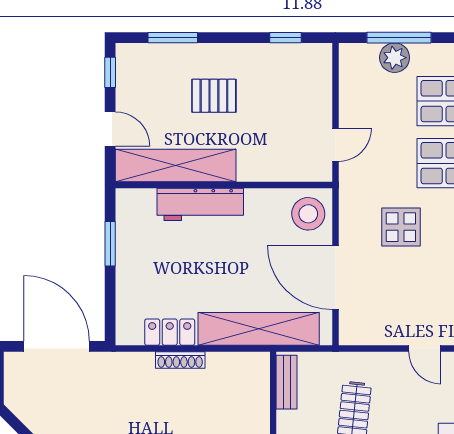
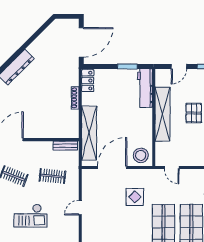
shelving: (176, 165) -> (162, 114), moved
workbench: (200, 204) -> (145, 88), moved
locker: (170, 332) -> (88, 81), moved

